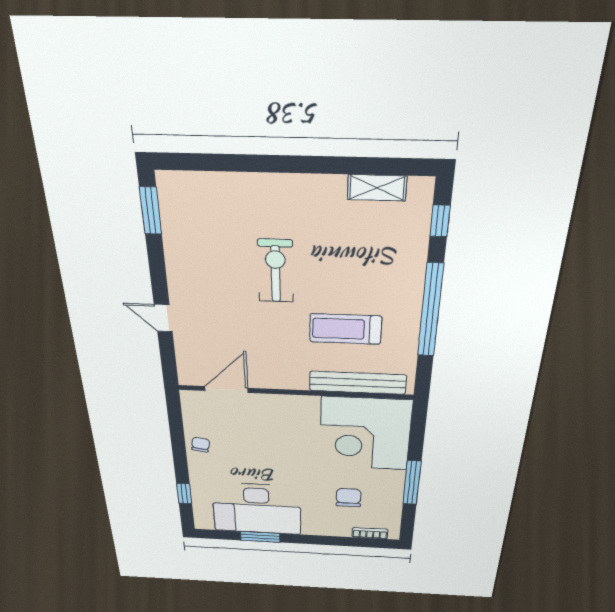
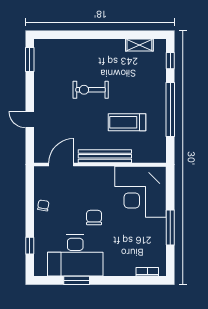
exercise bike: (276, 271) -> (91, 90), turned -90
bench: (358, 383) -> (105, 156), moved
chair: (349, 498) -> (94, 218), moved

